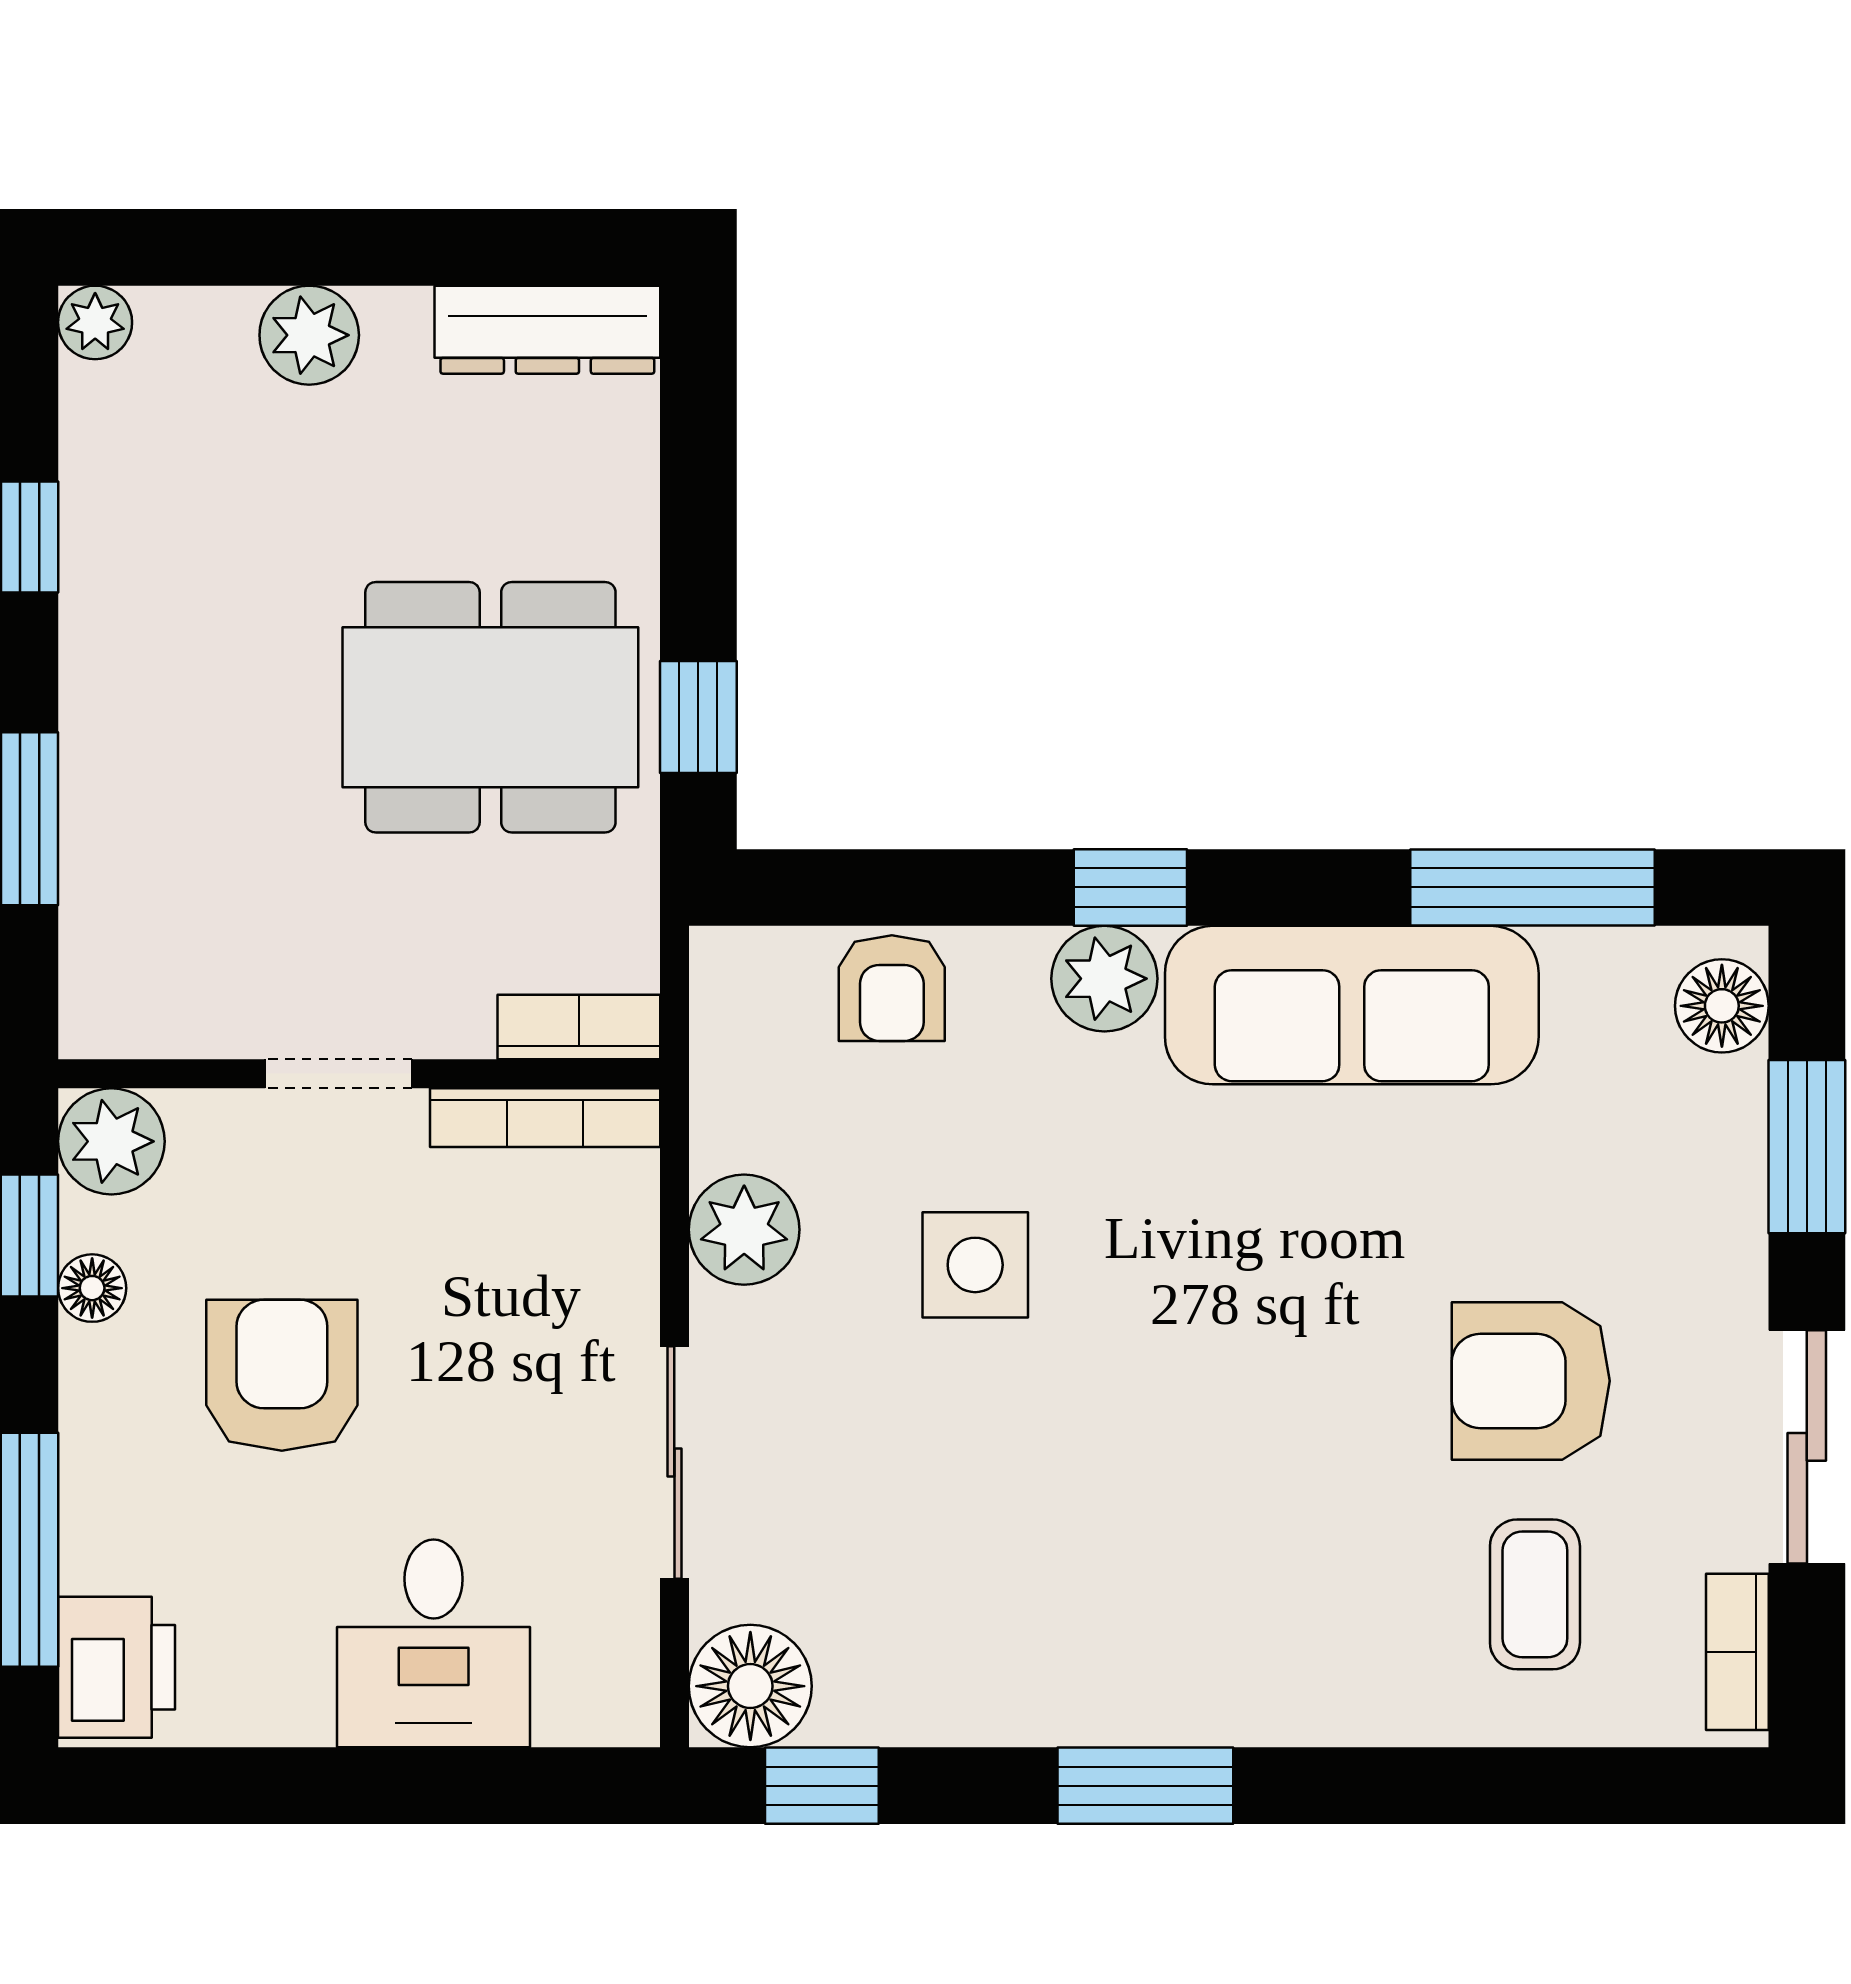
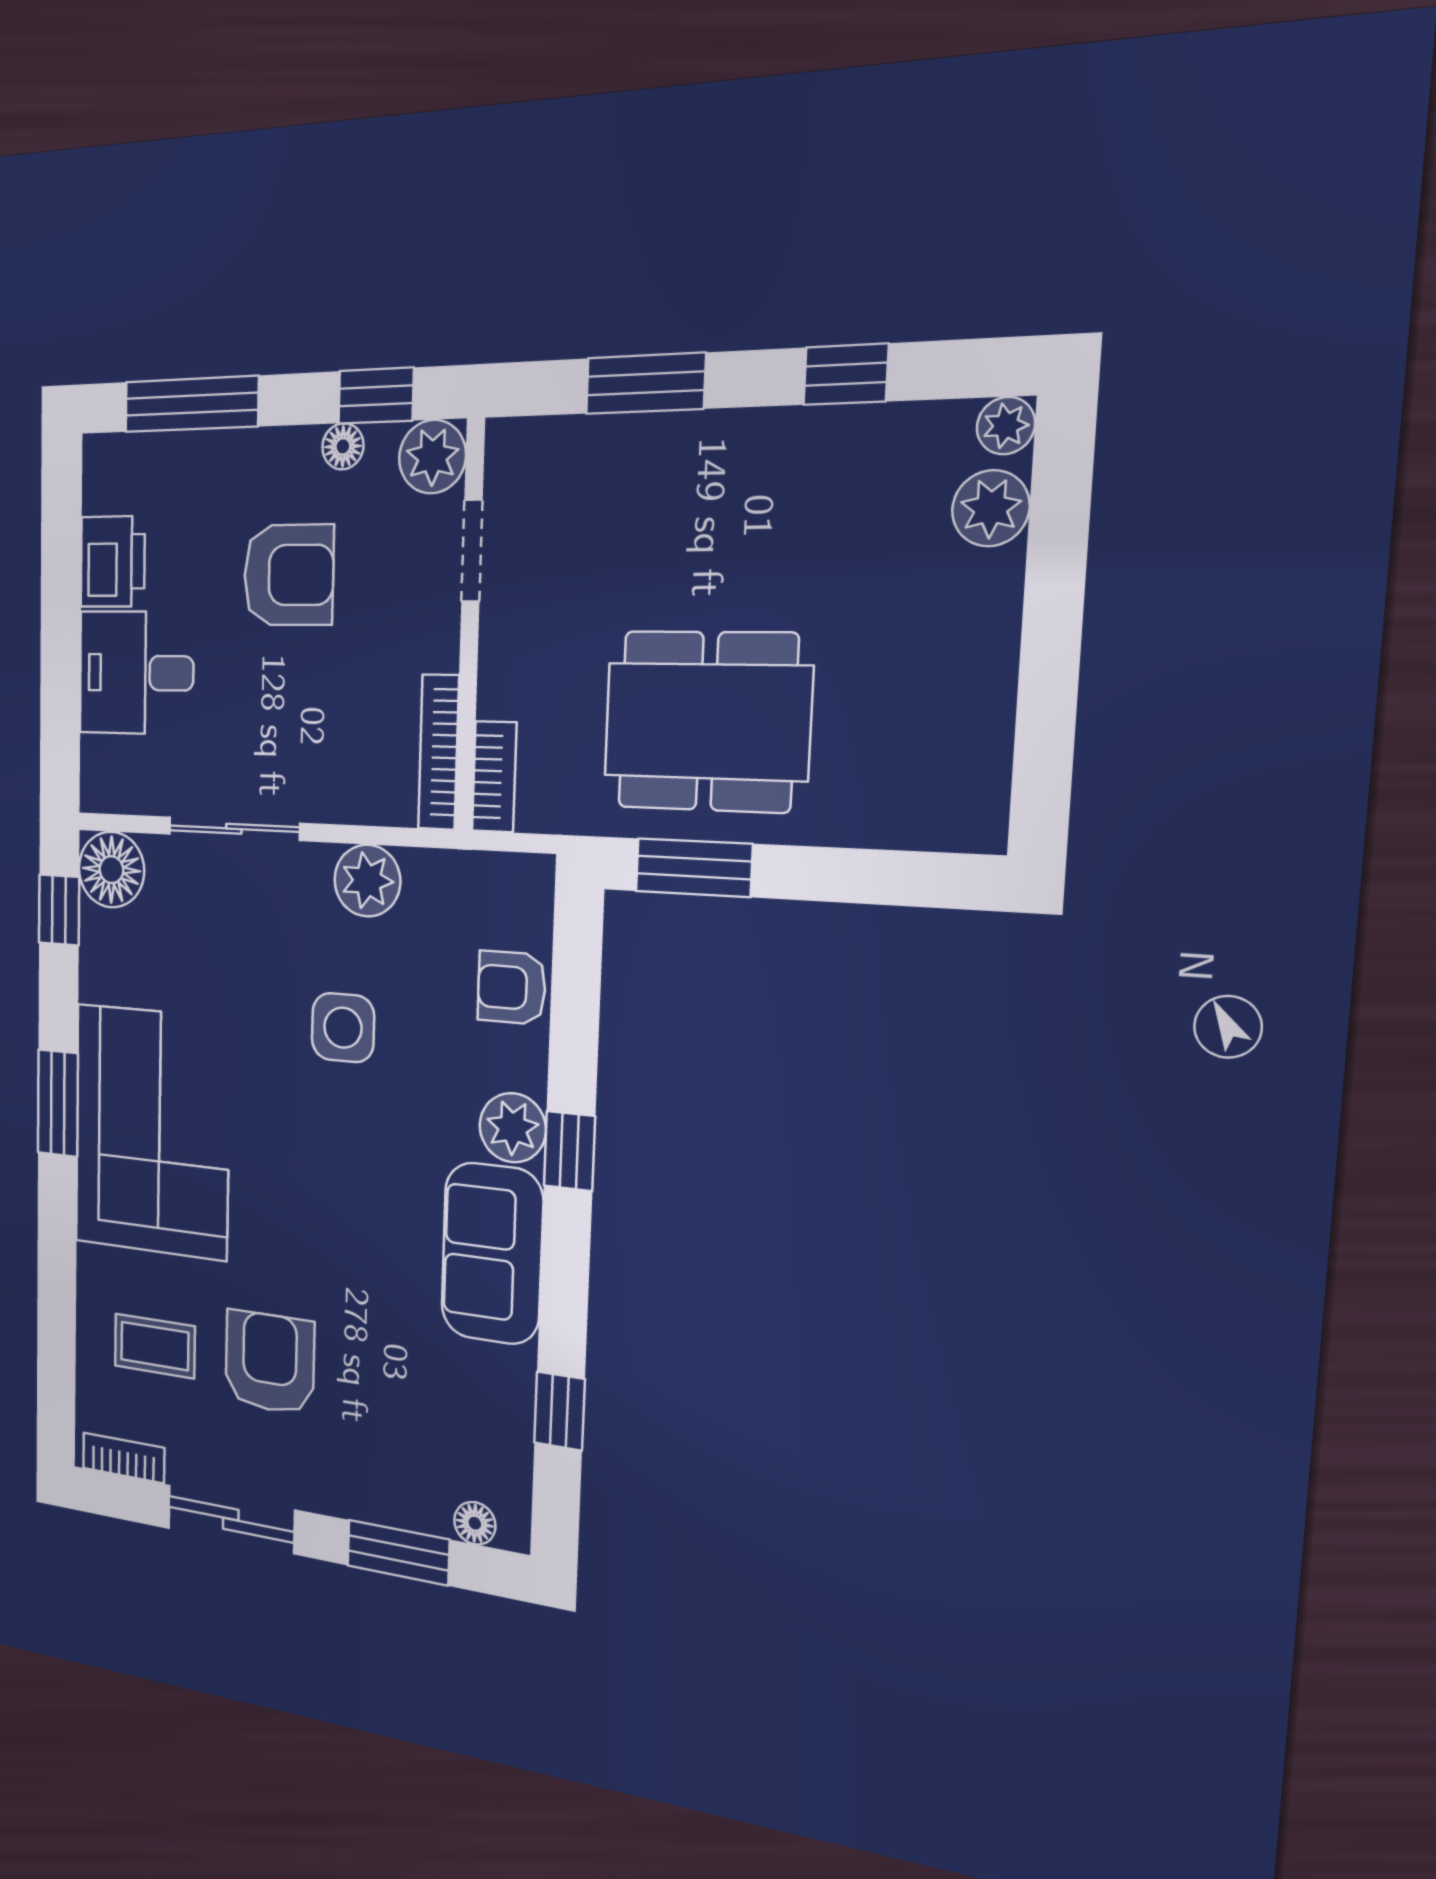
dresser: (547, 330) -> (979, 770), removed
plant: (309, 335) -> (991, 508), moved
dining table: (490, 707) -> (707, 721), turned 90
window: (698, 717) -> (694, 868), width x1.50
window: (1532, 887) -> (559, 1411), width x0.46
sofa: (1352, 1005) -> (492, 1253), width x0.73
floor lamp: (1722, 1006) -> (475, 1523), width x0.73, depth x0.73
doorway: (339, 1074) -> (472, 551), moved
corner sofa: (1175, 1605) -> (152, 1132), added
printer: (117, 1667) -> (113, 562), moved, turned -90

